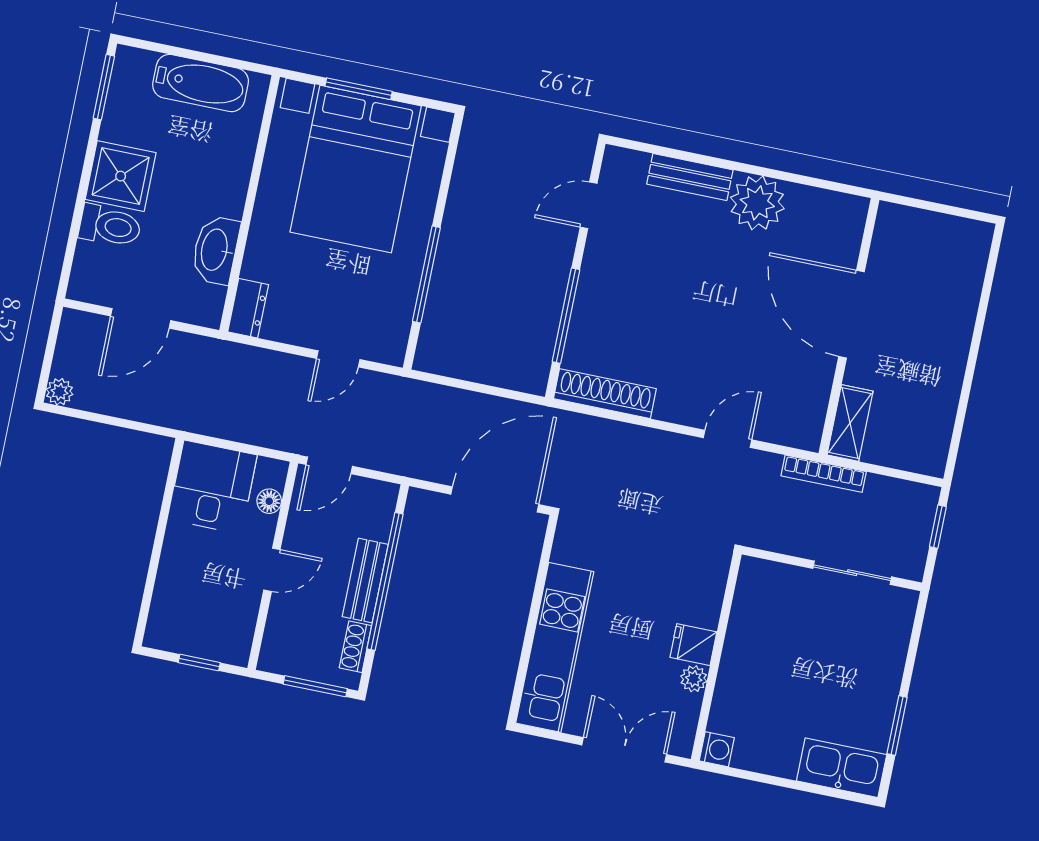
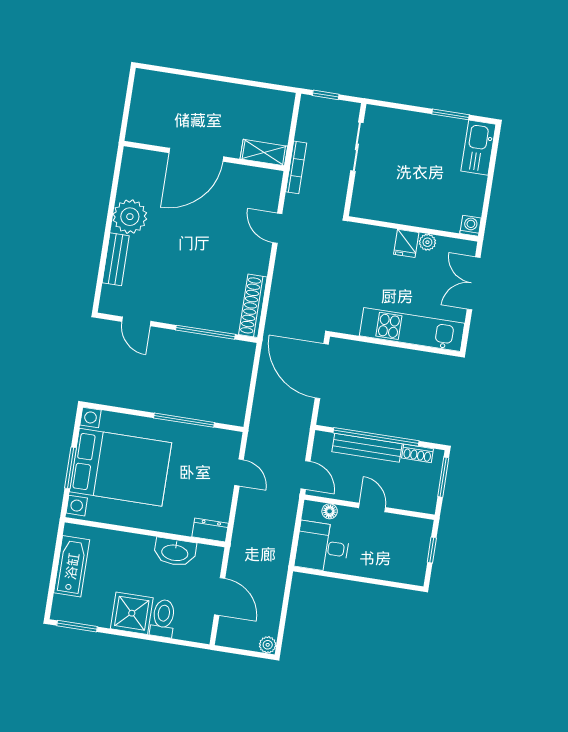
bench: (365, 580) -> (367, 448), width x1.36

